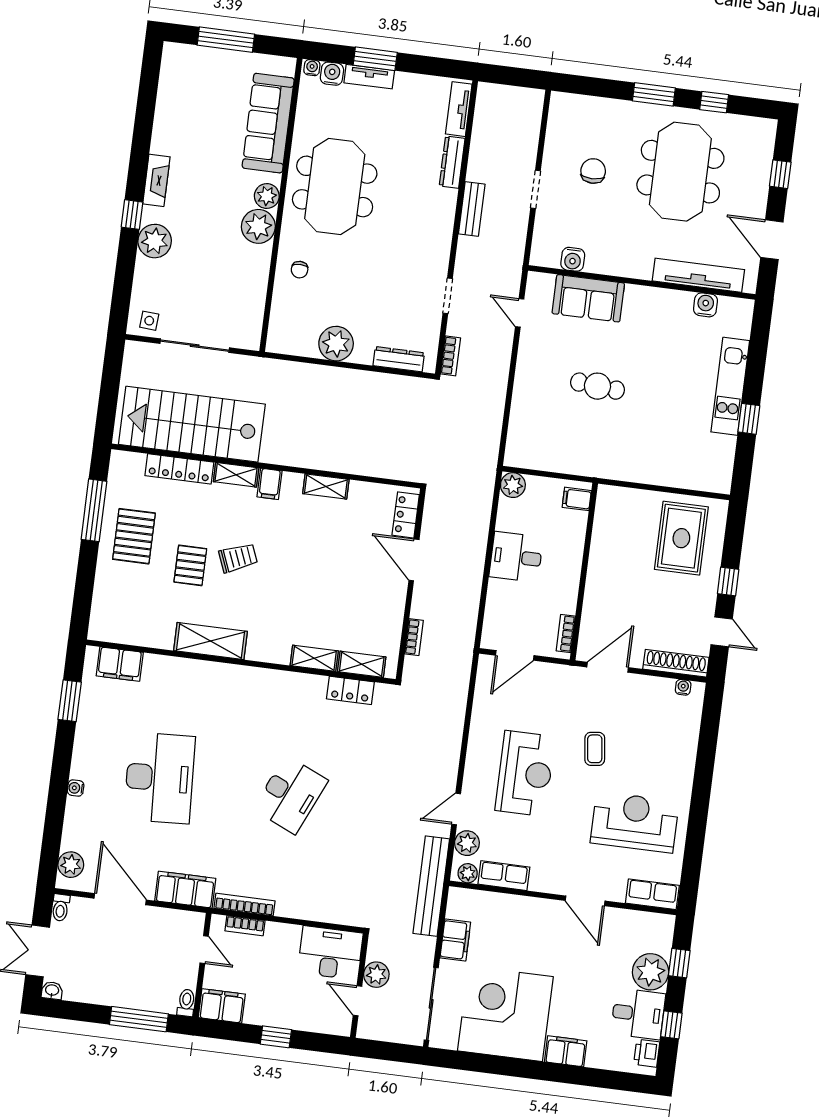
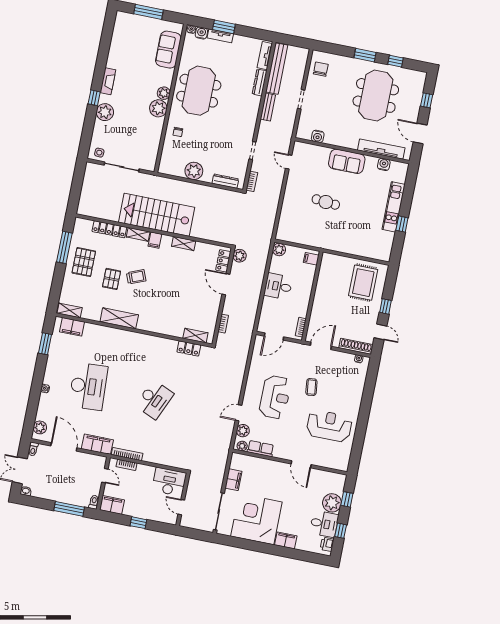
sofa: (268, 123) -> (168, 50), width x0.73
chair: (593, 171) -> (321, 69), moved
sofa: (588, 298) -> (347, 161), moved
stairs: (192, 424) -> (157, 215), moved
shelving: (314, 658) -> (70, 310), moved
bench: (431, 886) -> (277, 69), moved
row of seats: (652, 894) -> (336, 463), removed
plant: (376, 975) -> (240, 256), moved

